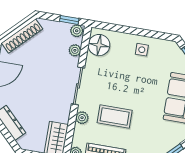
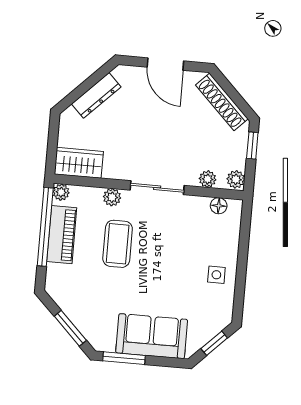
window: (69, 20) -> (252, 146), moved
floor lamp: (99, 45) -> (219, 206), width x0.53, depth x0.53

